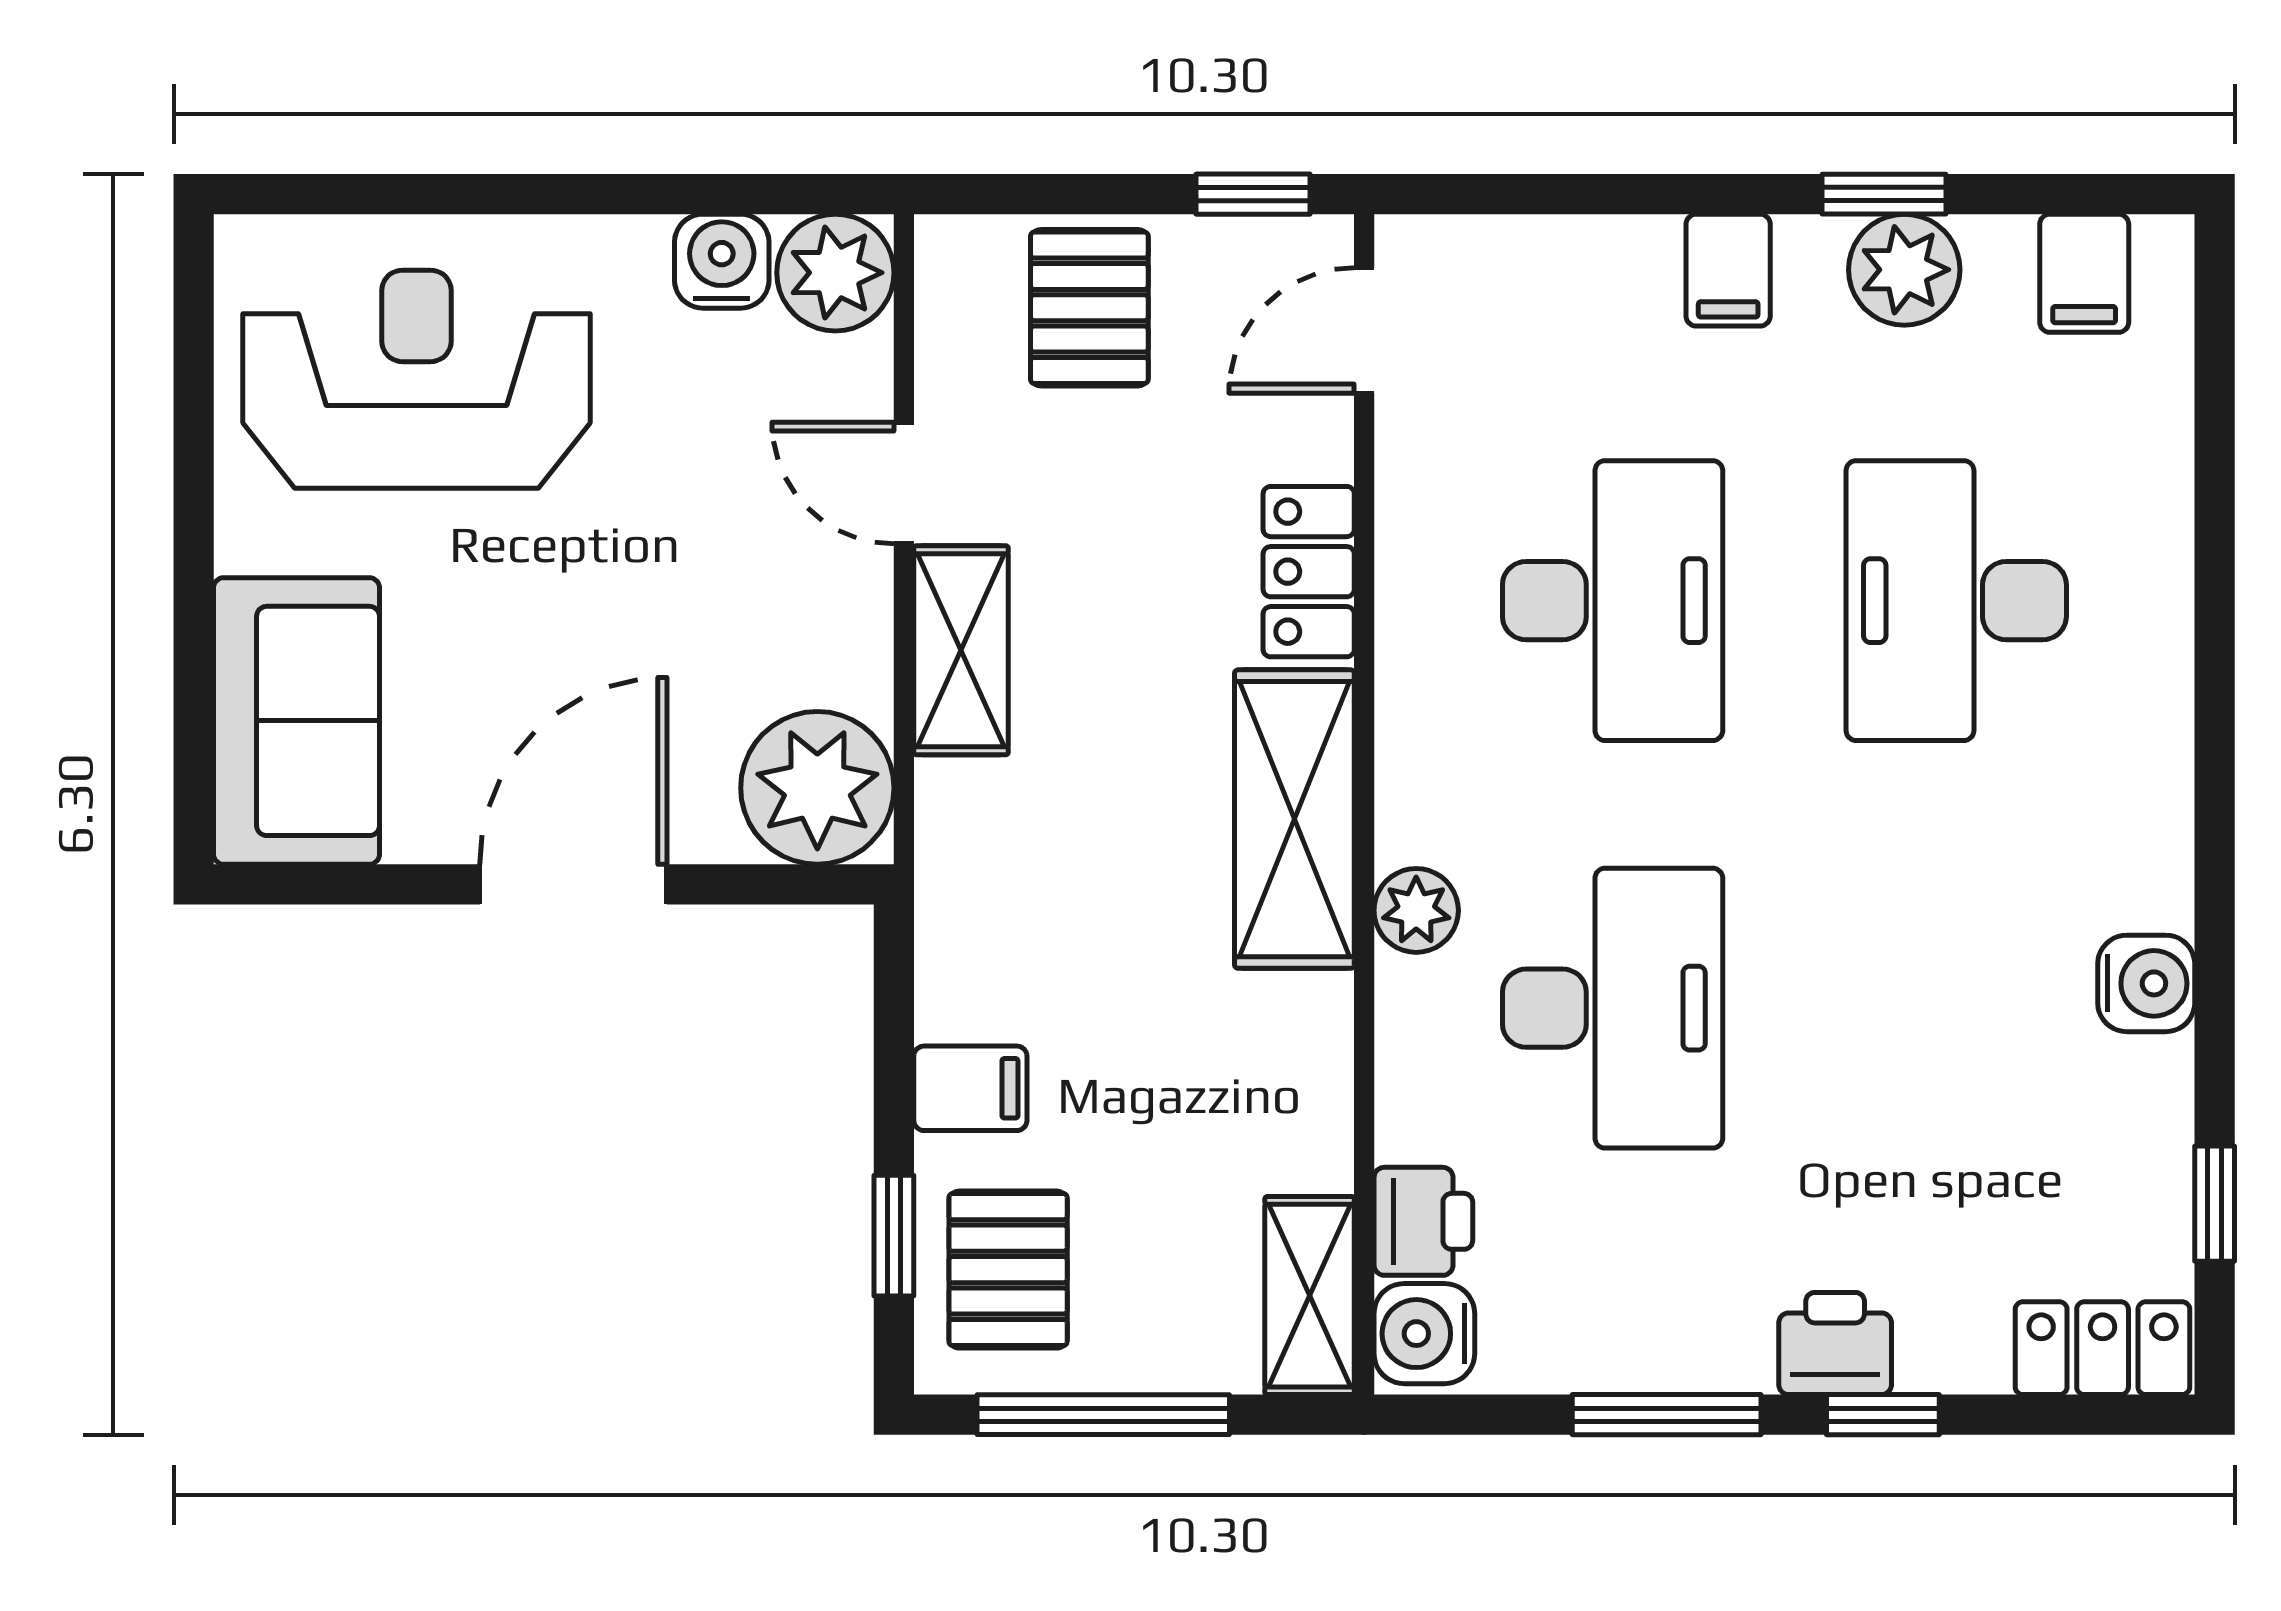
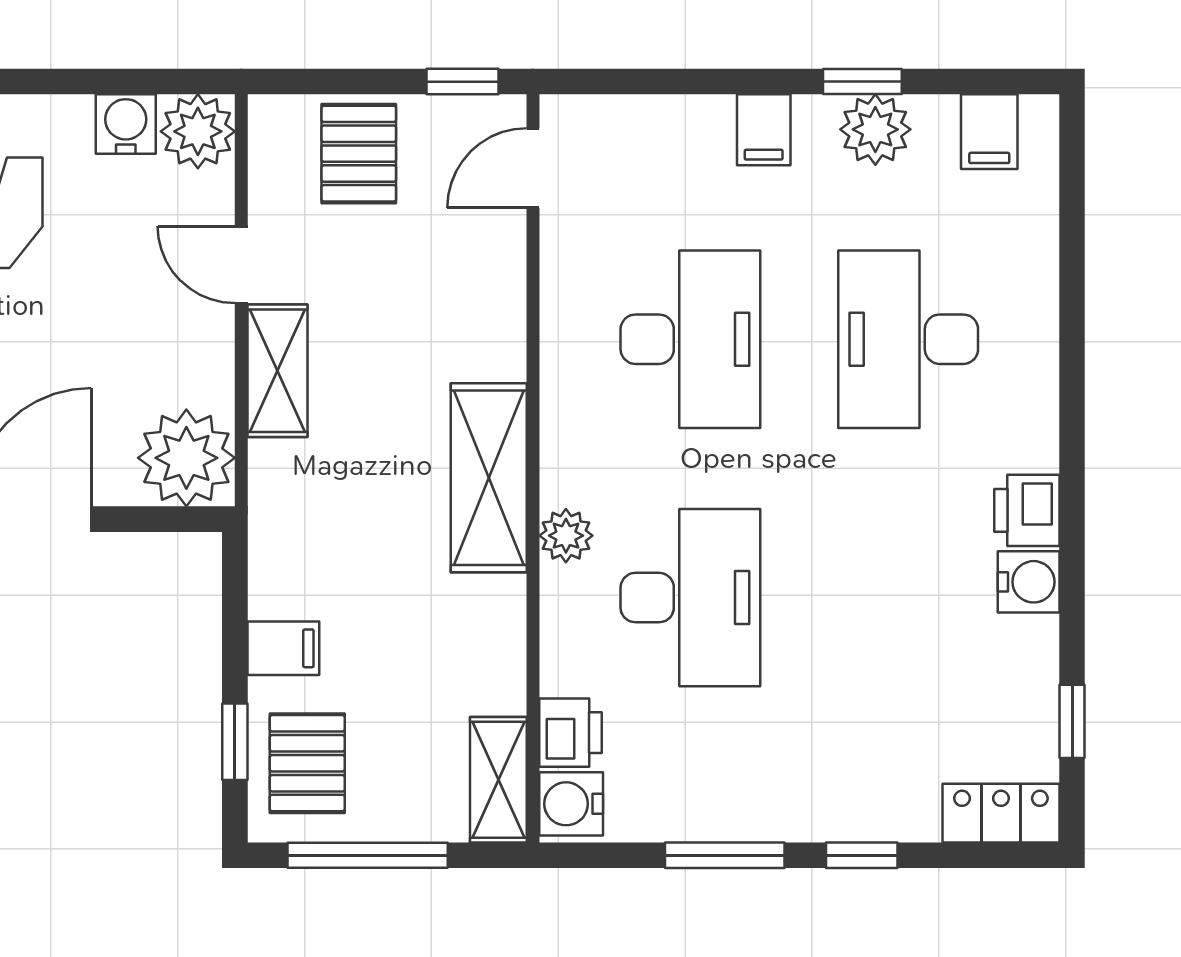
locker: (1309, 572) -> (498, 321), removed
printer: (1835, 1343) -> (1027, 510), moved, turned -90

